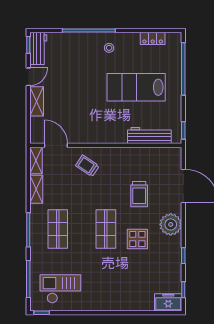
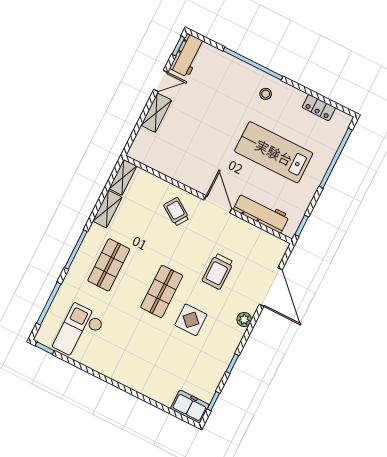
door: (56, 145) -> (218, 204), moved
plant: (171, 224) -> (244, 319), width x0.53, depth x0.53
checkout: (60, 289) -> (79, 332), turned -90

